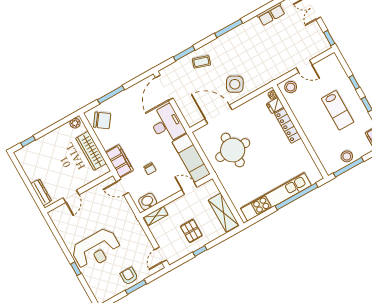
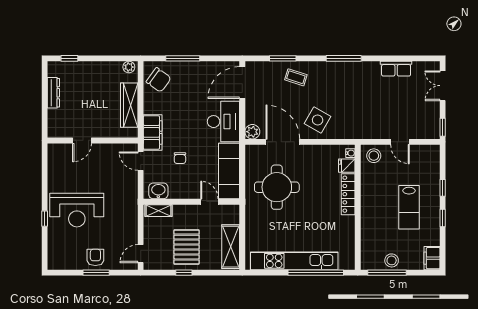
plant: (192, 120) -> (252, 132), added
dresser: (41, 192) -> (53, 93), moved
pallet: (191, 231) -> (187, 247), width x1.50, depth x1.42

